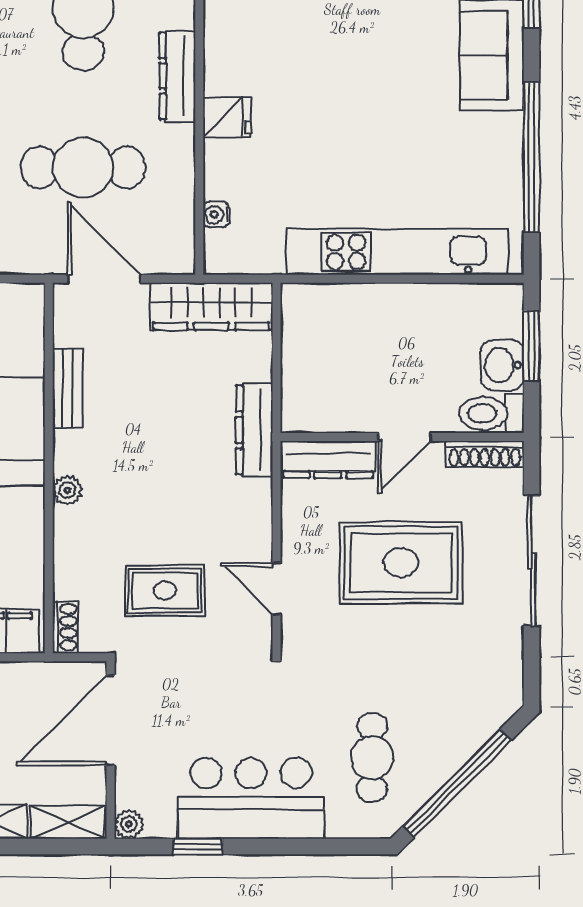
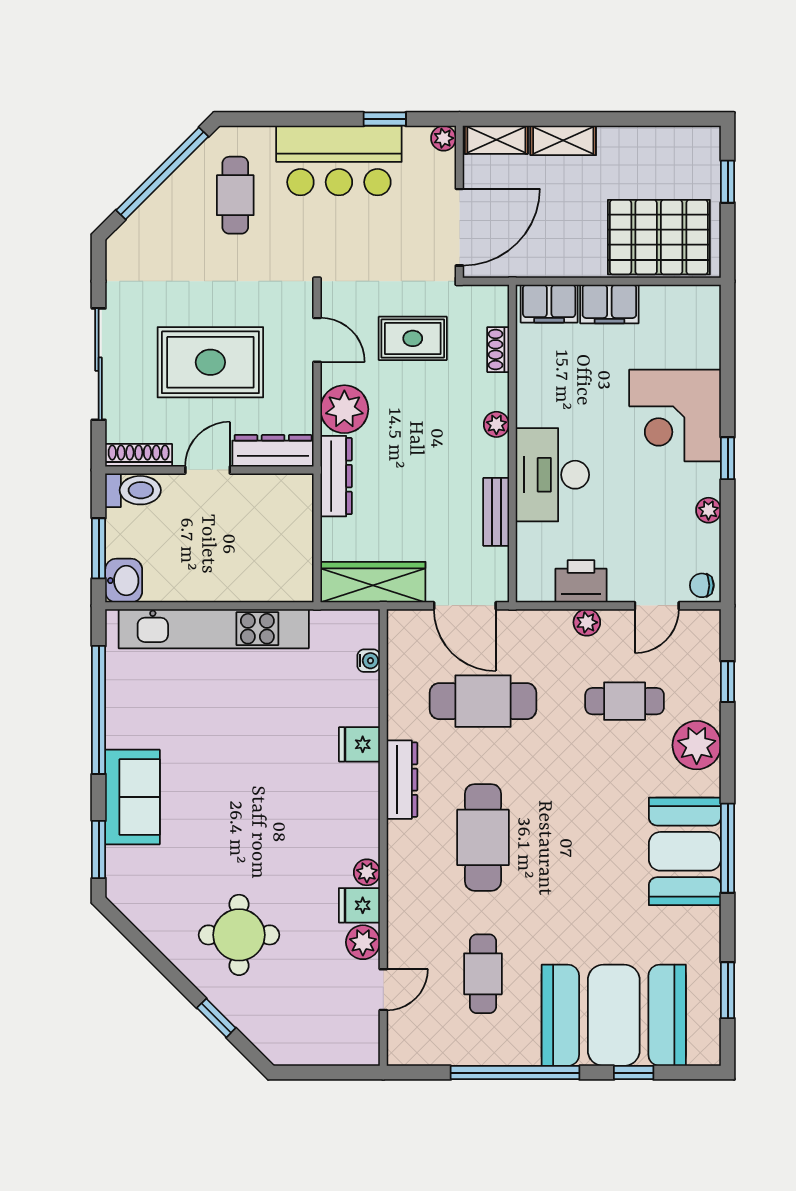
washbasin: (502, 365) -> (124, 581), moved
plant: (245, 508) -> (344, 409), added
shoe rack: (65, 627) -> (498, 350), moved

